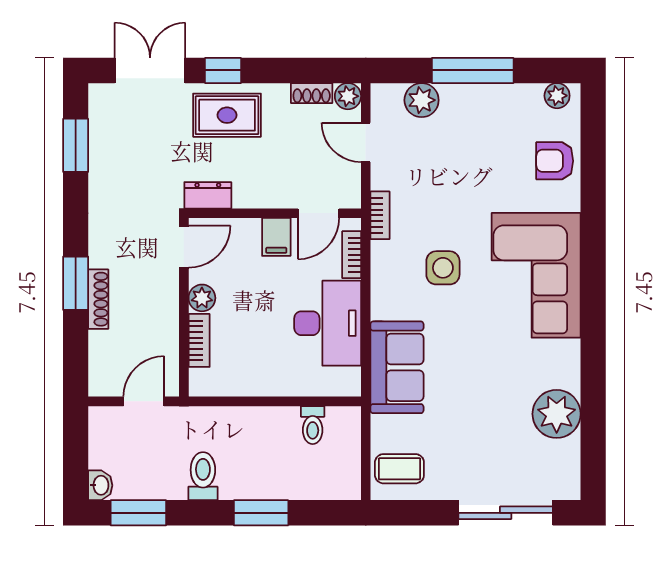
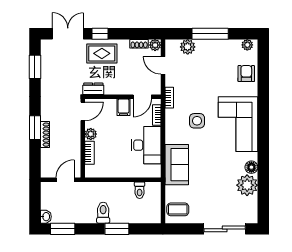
armchair: (555, 161) -> (246, 74), turned 90
floor lamp: (566, 373) -> (251, 167), added
toilet: (203, 476) -> (103, 213), moved

